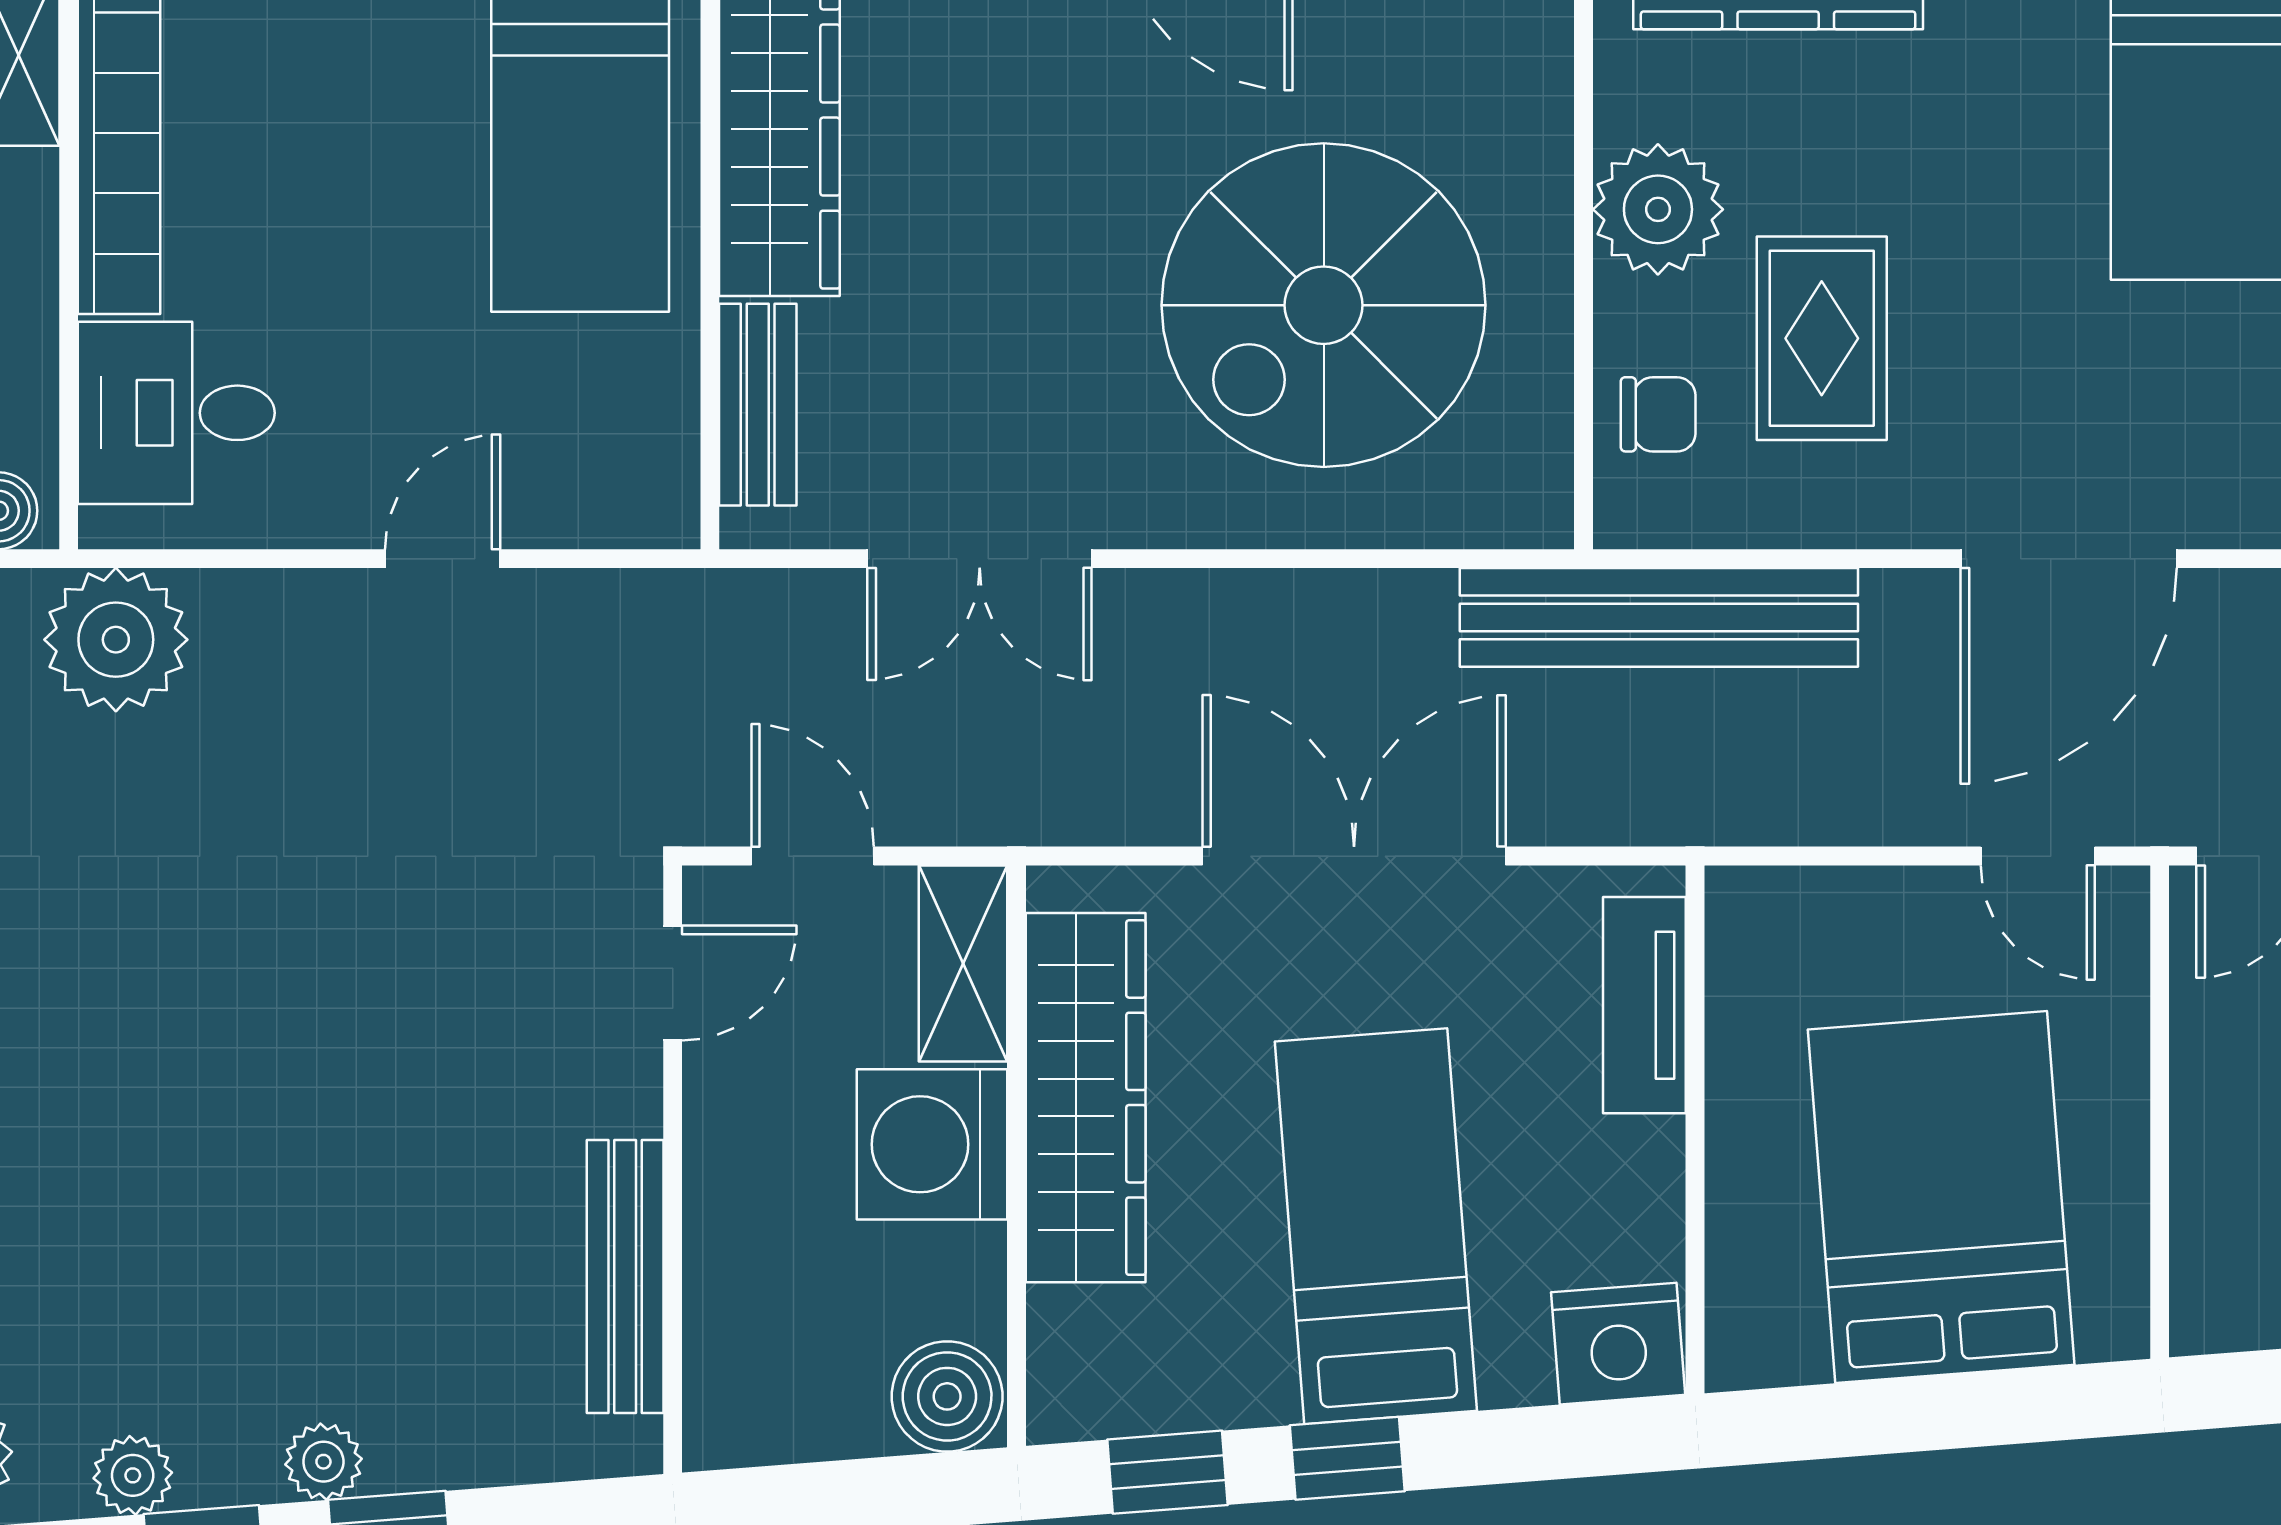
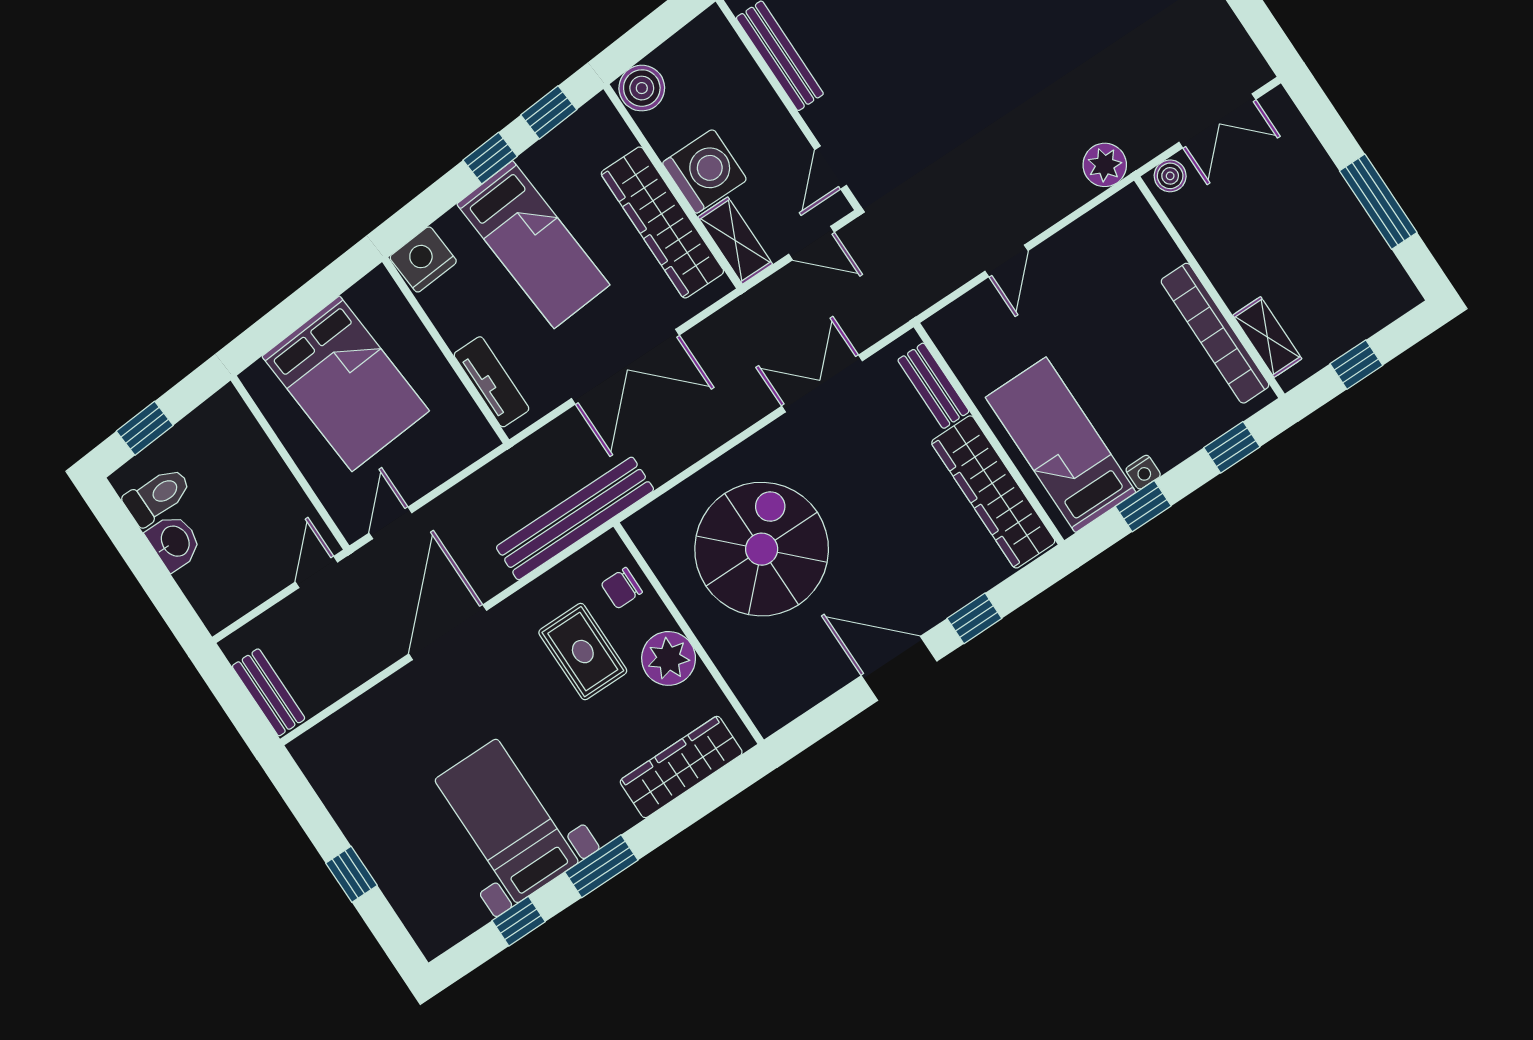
desk: (176, 413) -> (1131, 250), removed
plant: (116, 640) -> (1105, 165), width x0.73, depth x0.73
door: (2038, 856) -> (390, 523), hinge flipped

